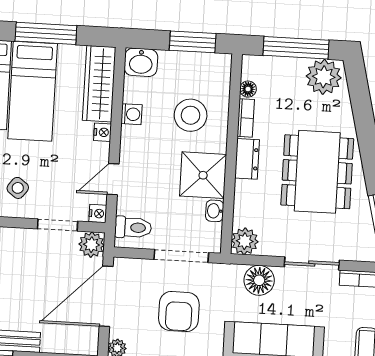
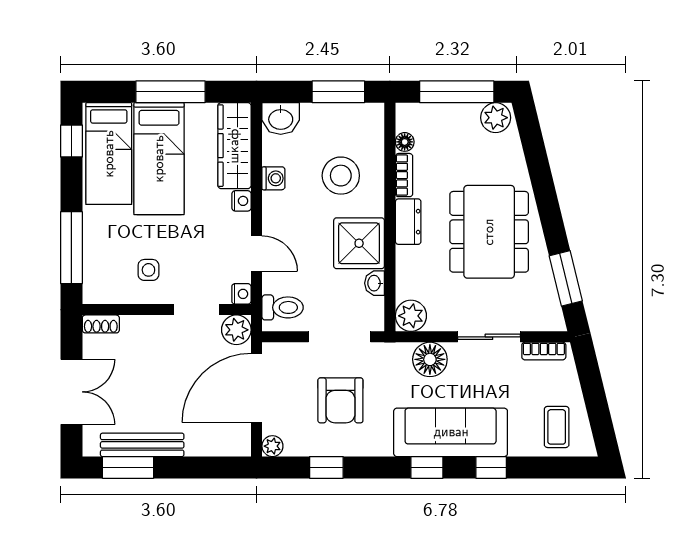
plant: (324, 77) -> (496, 118), width x0.73, depth x0.73
door: (113, 179) -> (257, 254), swing flipped
side table: (18, 188) -> (148, 270), turned -37

